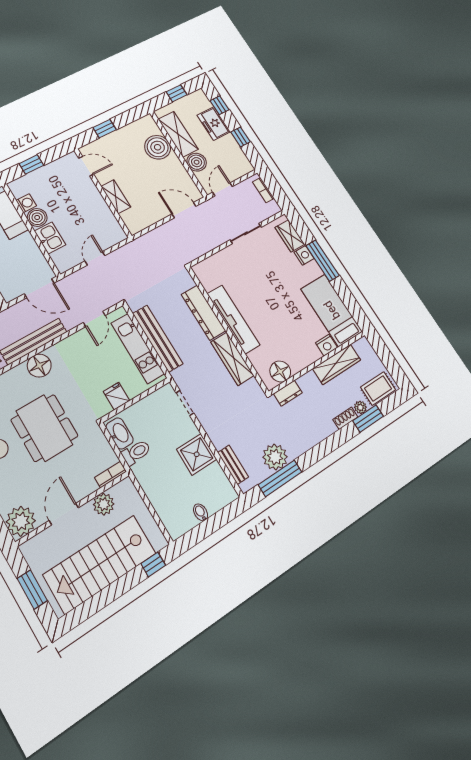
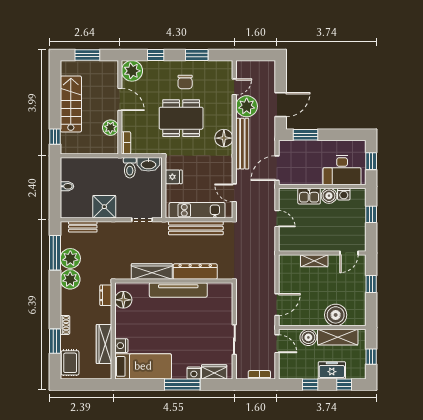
plant: (360, 407) -> (70, 279), moved, width x1.88, depth x1.88
stairs: (100, 564) -> (71, 104), width x0.73, depth x0.66

